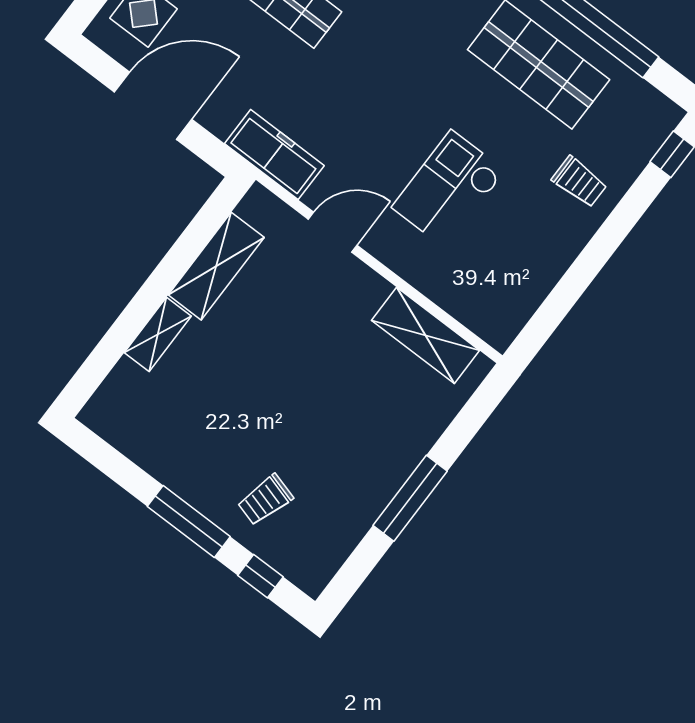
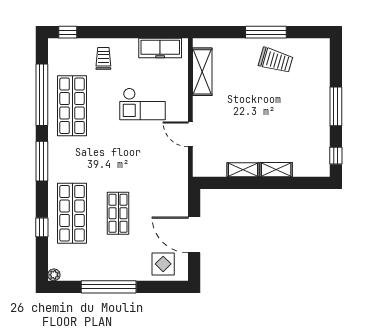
freezer: (274, 155) -> (160, 48), moved, turned -90
shelving: (216, 266) -> (243, 170), width x0.67, depth x0.75
trolley: (265, 500) -> (276, 60), moved, width x1.36, depth x1.39
window: (260, 576) -> (336, 156), moved

